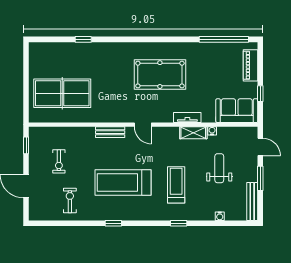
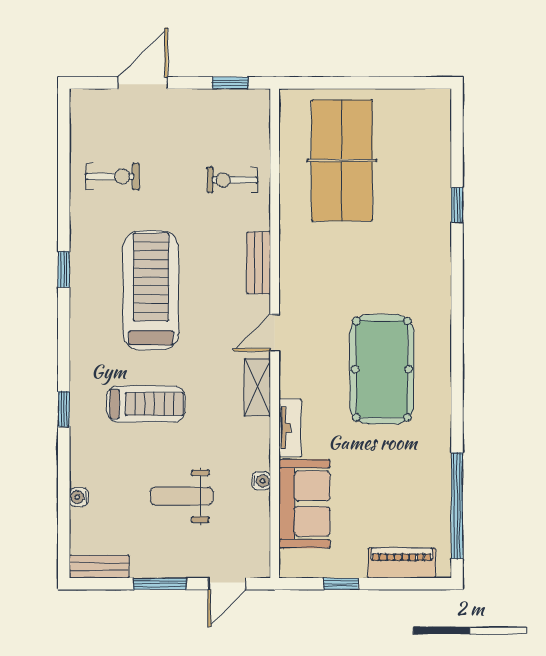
sofa: (237, 111) -> (305, 504), moved
shelving: (193, 133) -> (257, 388), moved
exercise bike: (59, 161) -> (232, 180), moved
weight bench: (219, 168) -> (182, 496), turned 180
bench: (252, 202) -> (99, 567), width x0.73

